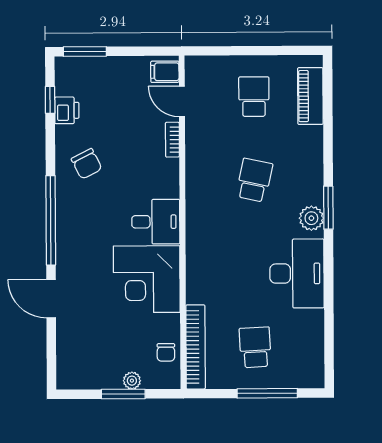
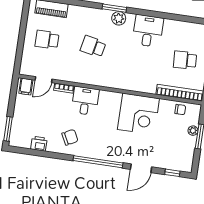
window: (50, 100) -> (172, 173), moved
desk: (156, 222) -> (85, 101), moved
desk: (297, 273) -> (148, 31), width x0.73

